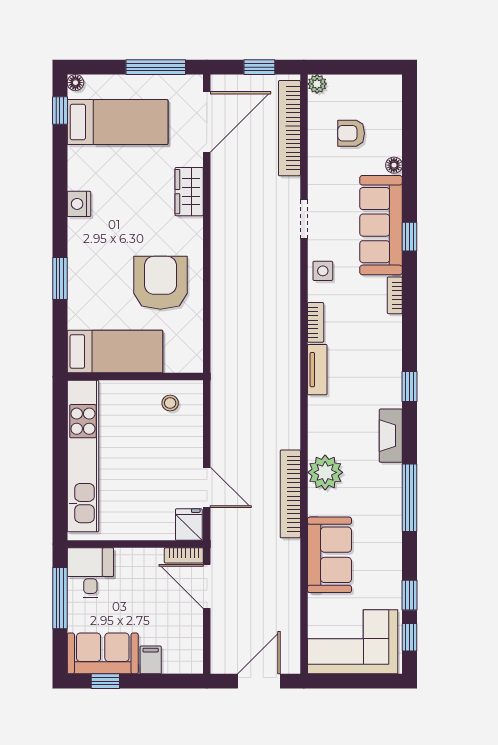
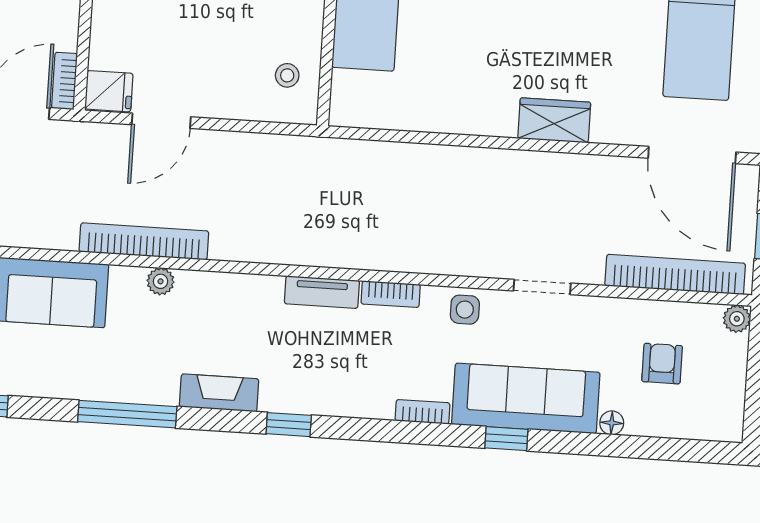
wardrobe: (189, 192) -> (554, 120), moved
armchair: (160, 283) -> (463, 73), removed
plant: (325, 472) -> (161, 281), width x0.53, depth x0.53

